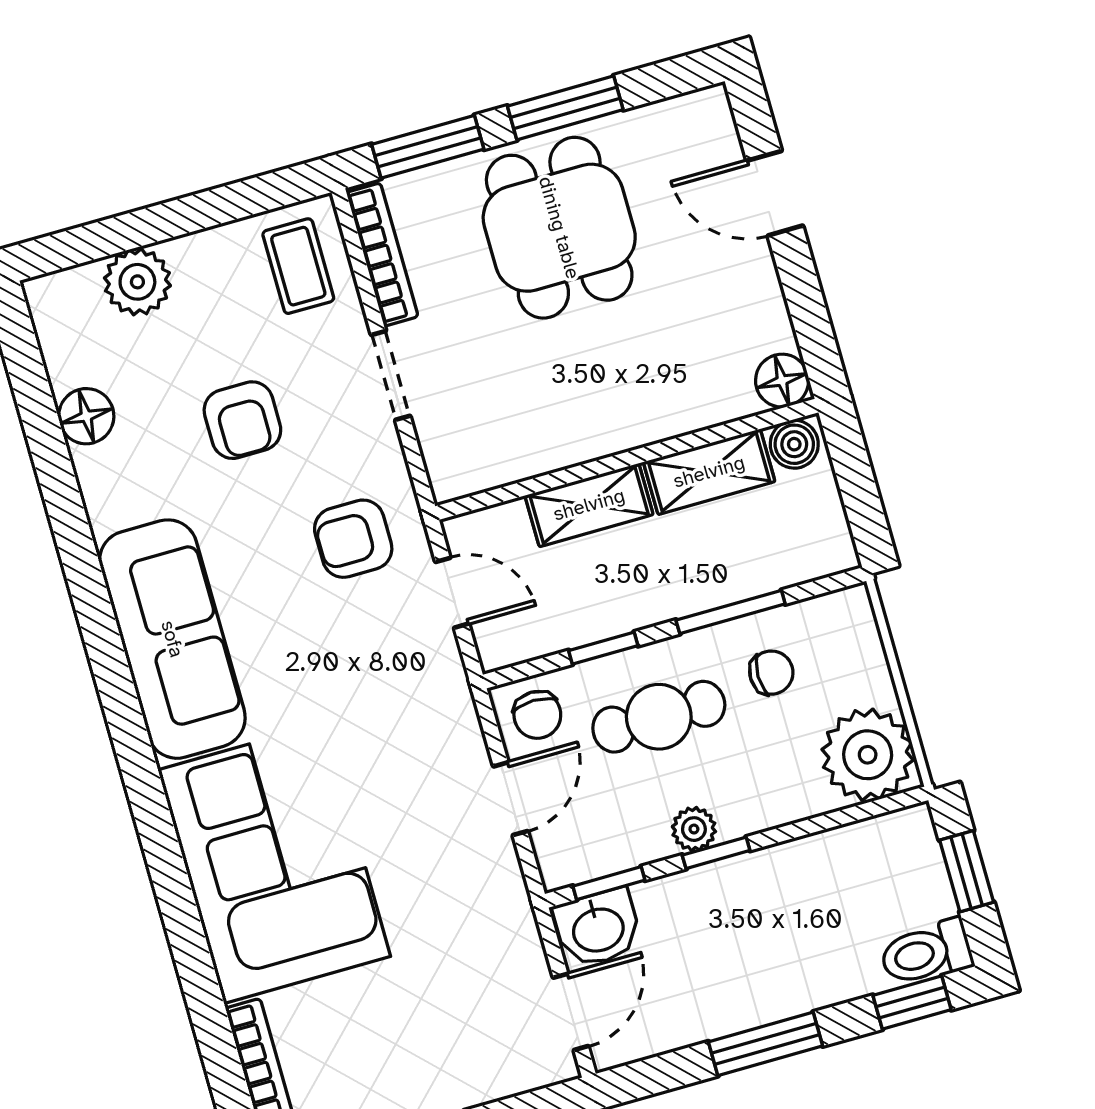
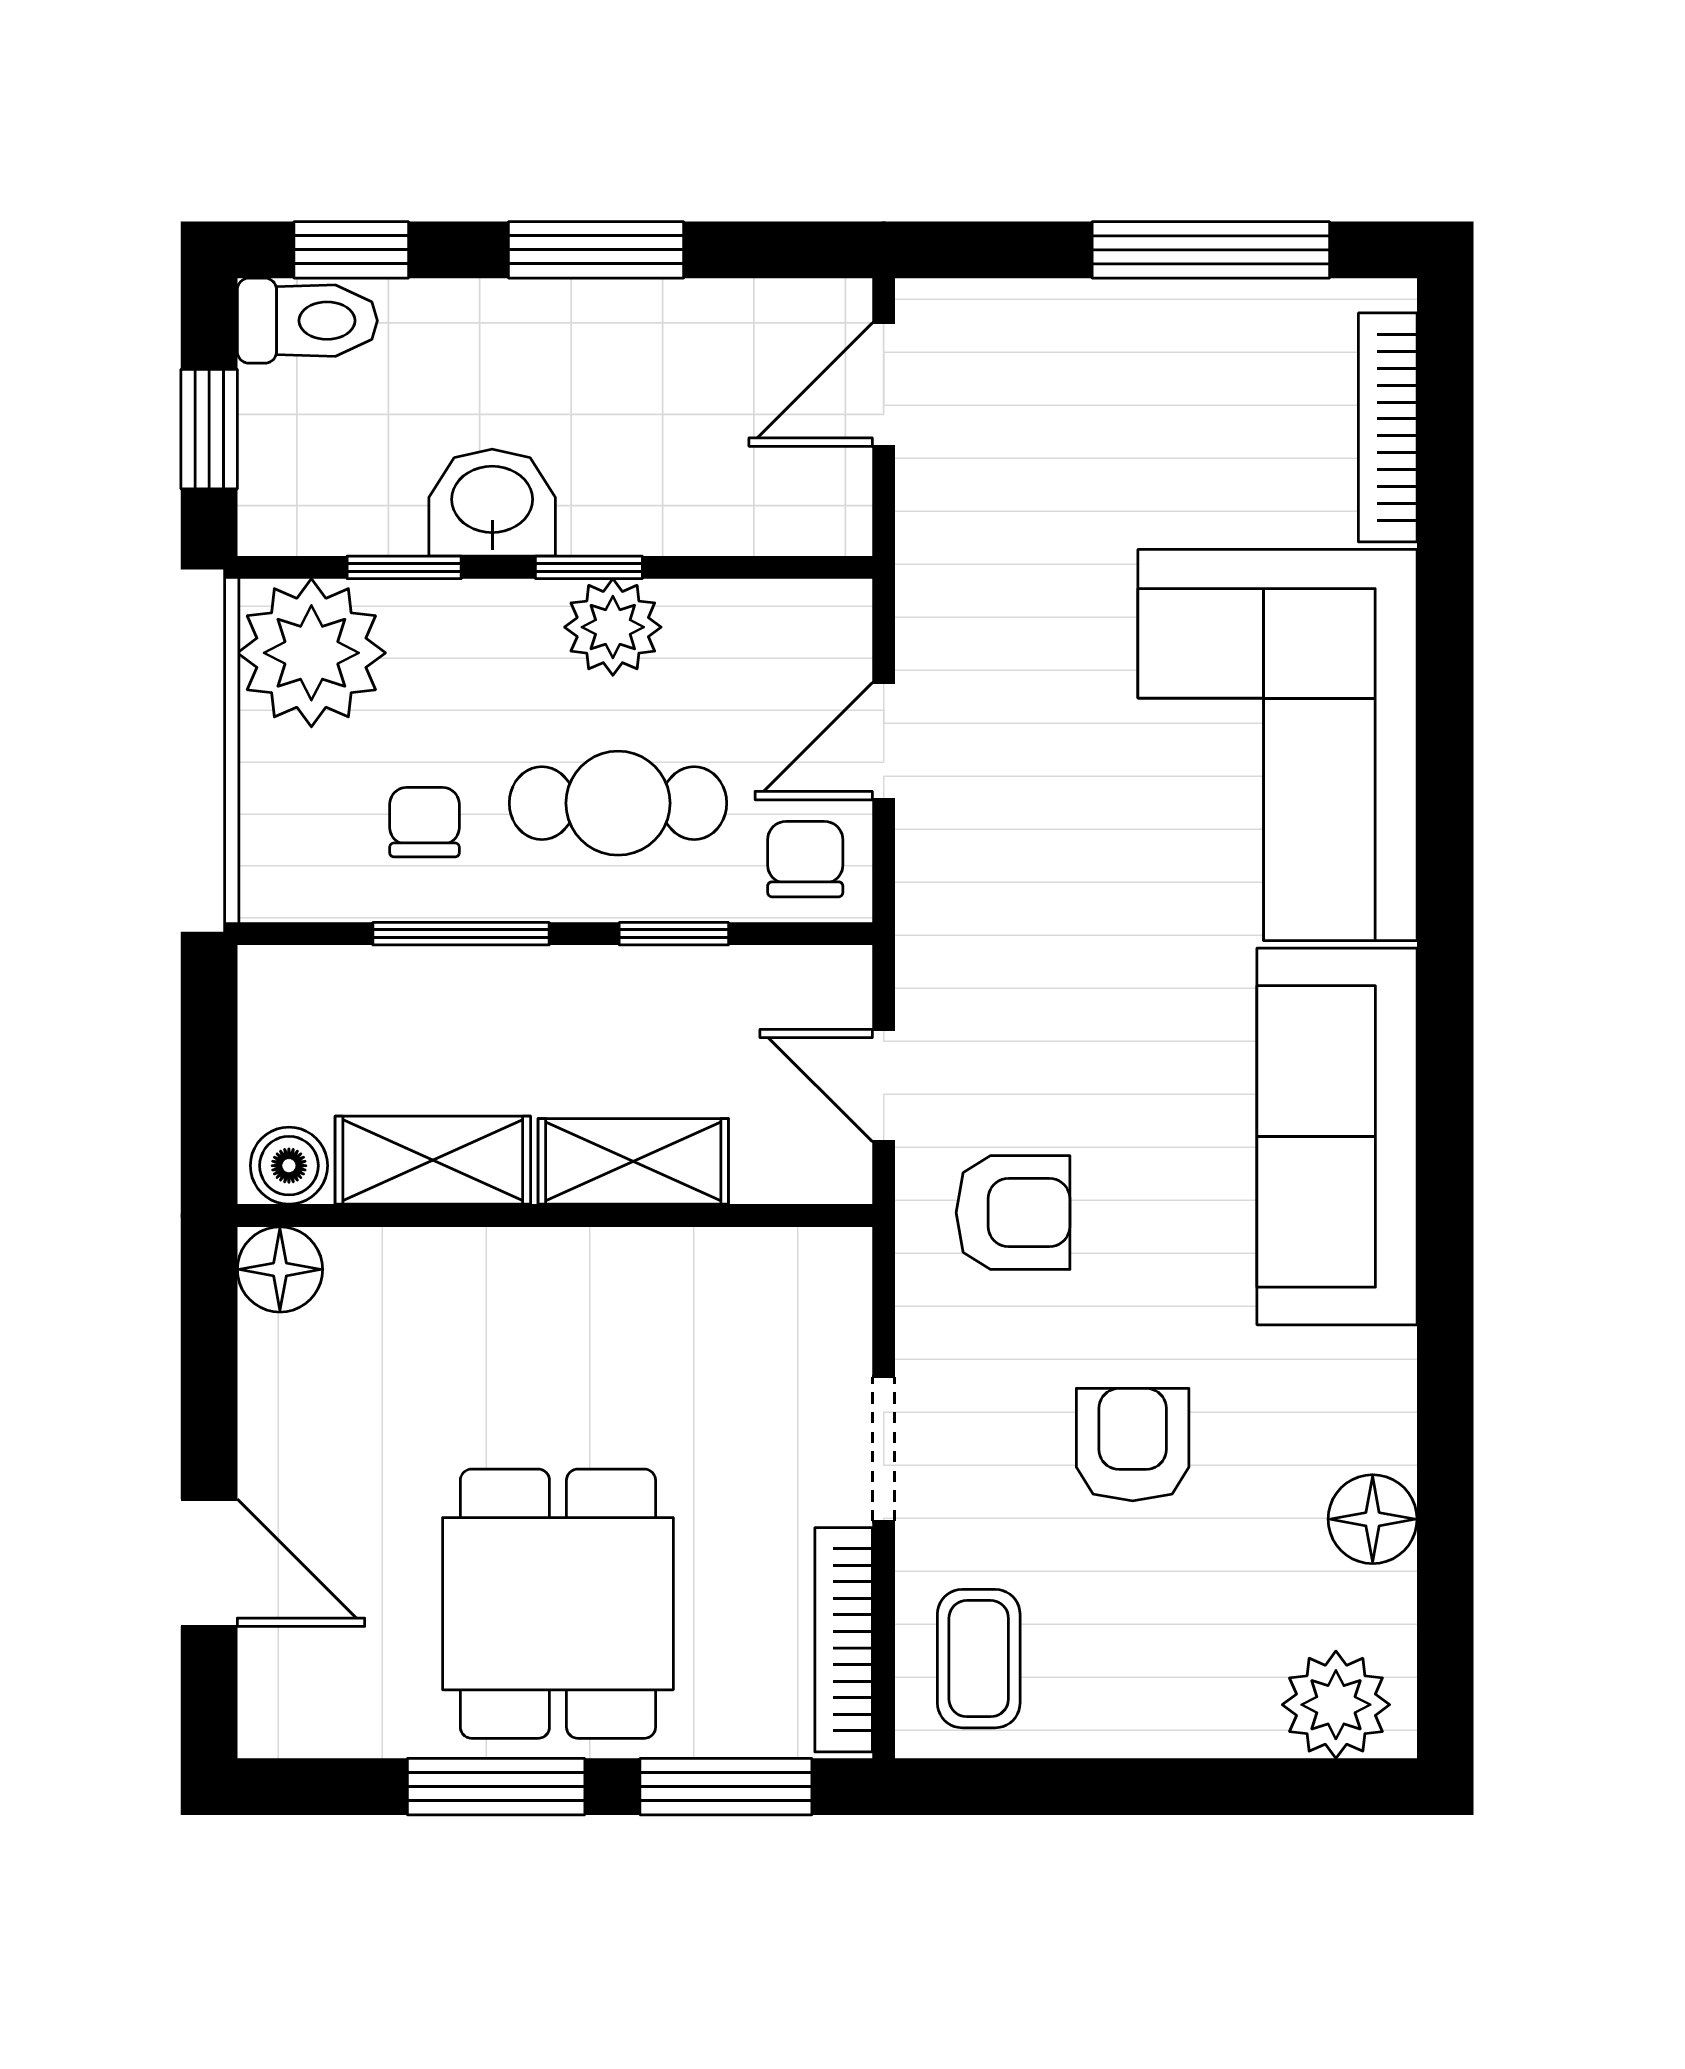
plant: (137, 282) -> (1336, 1705), moved
chair: (771, 673) -> (425, 822), turned 90
plant: (694, 829) -> (613, 627), width x1.38, depth x1.38
window: (609, 883) -> (404, 567), moved
washbasin: (598, 928) -> (492, 503), moved

